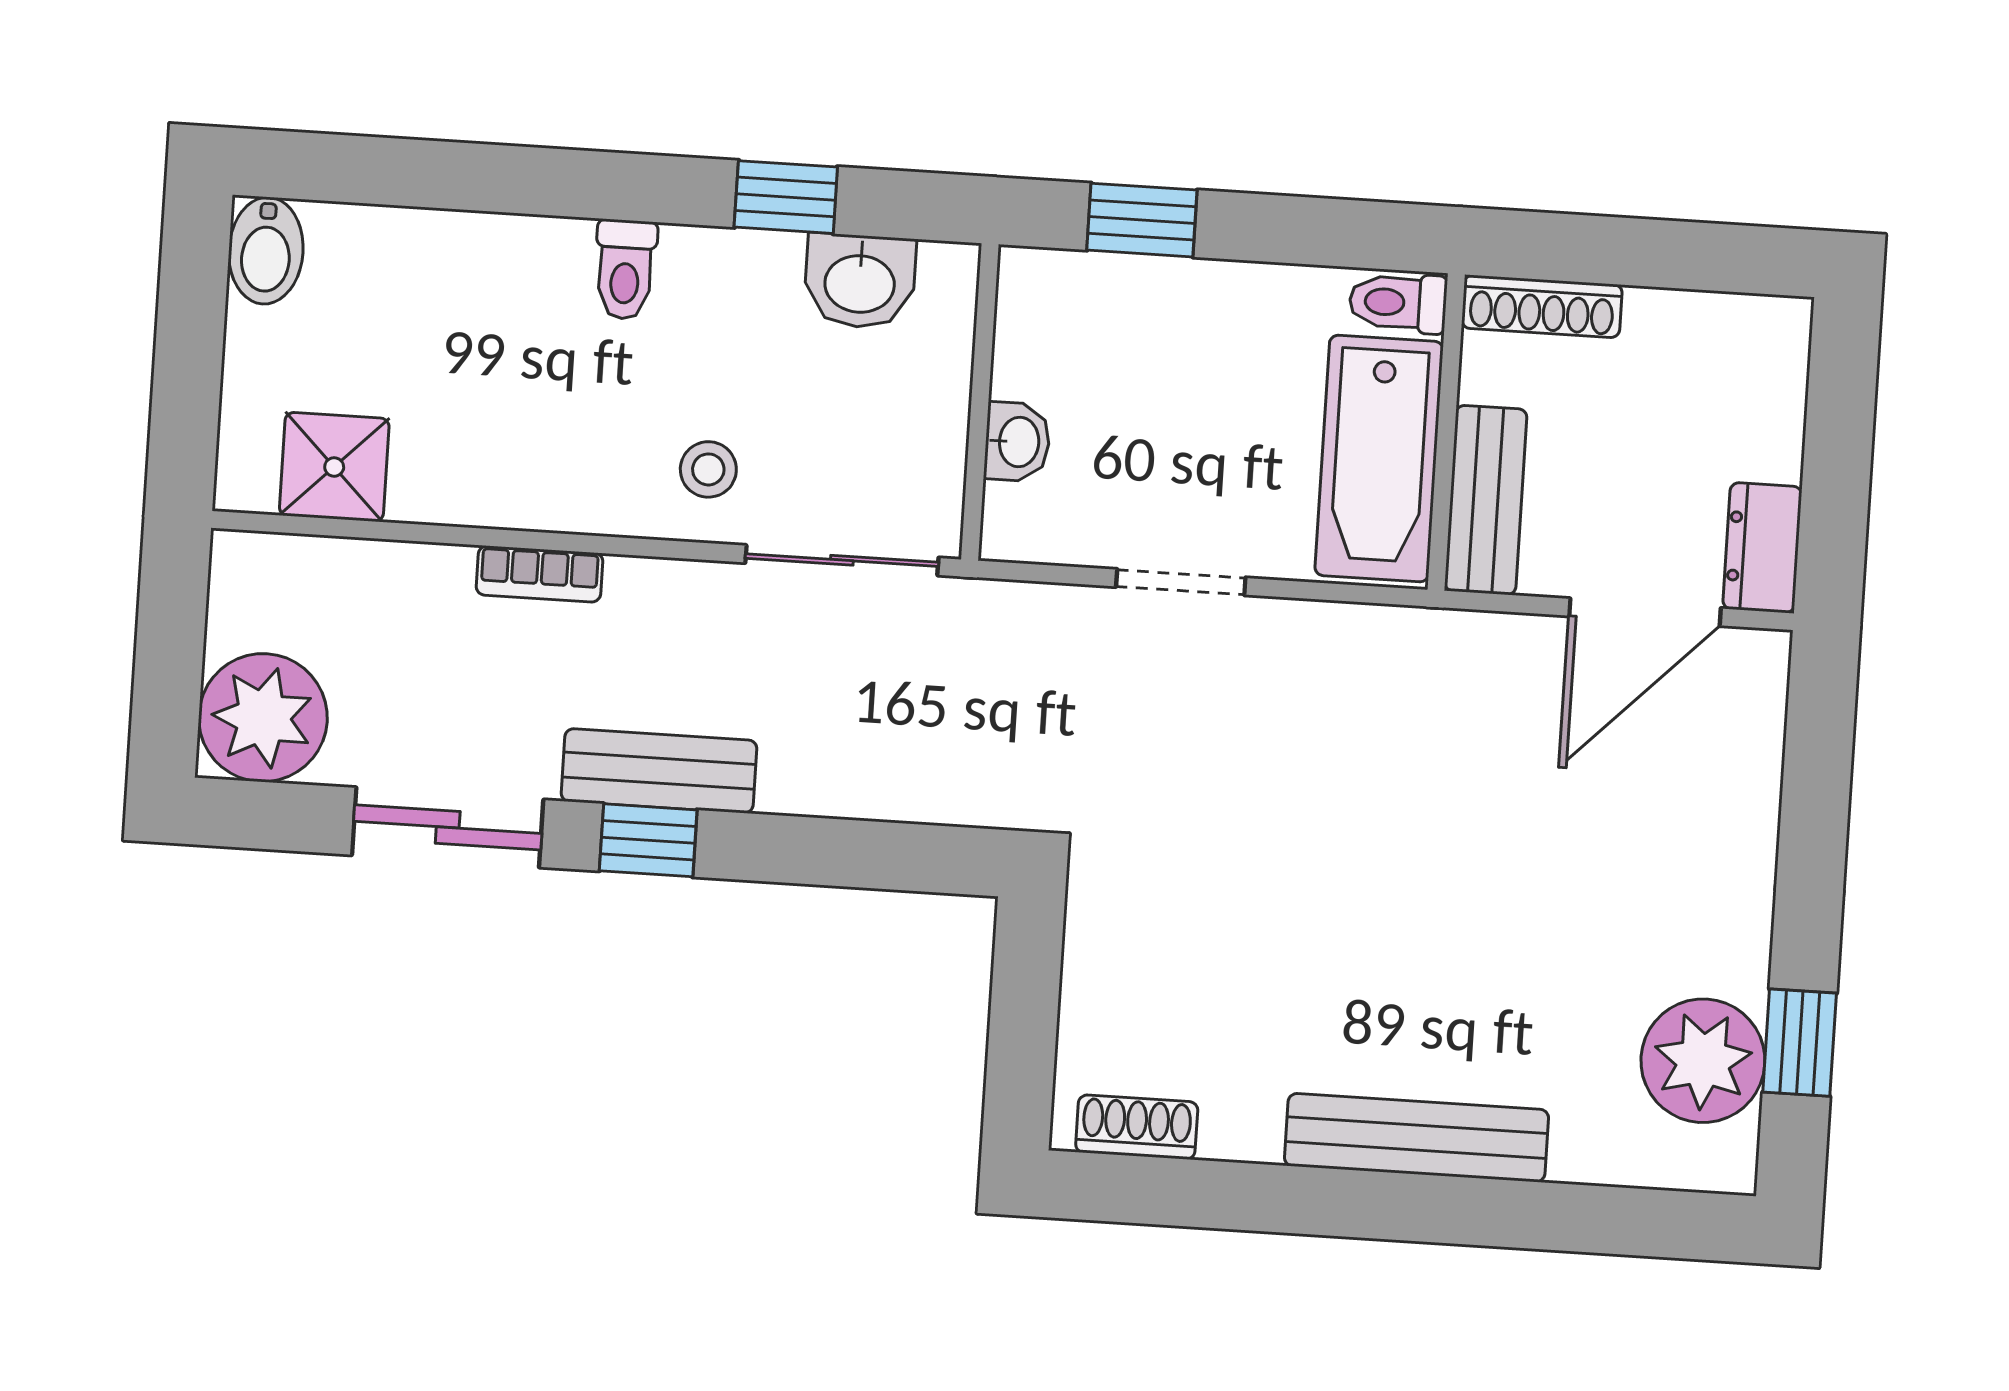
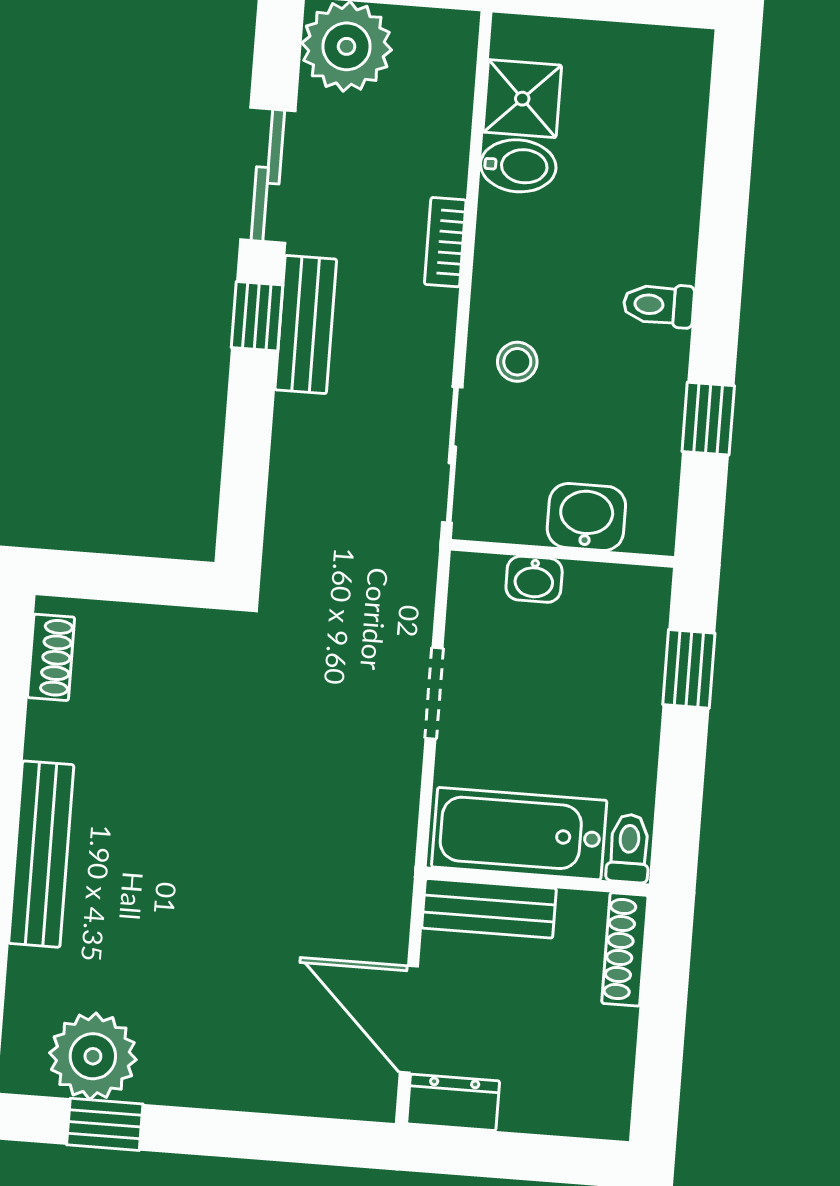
bidet: (266, 251) -> (518, 166), moved, turned 180
washbasin: (860, 281) -> (586, 517), moved, turned 90

